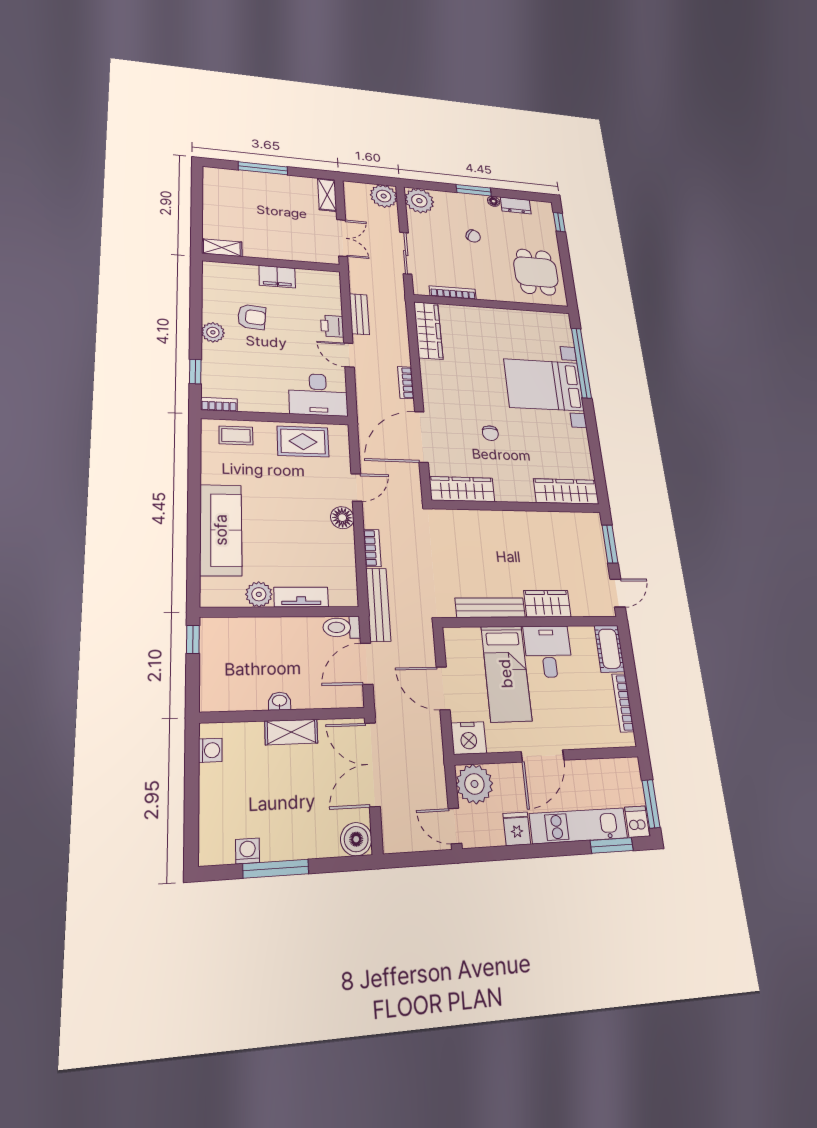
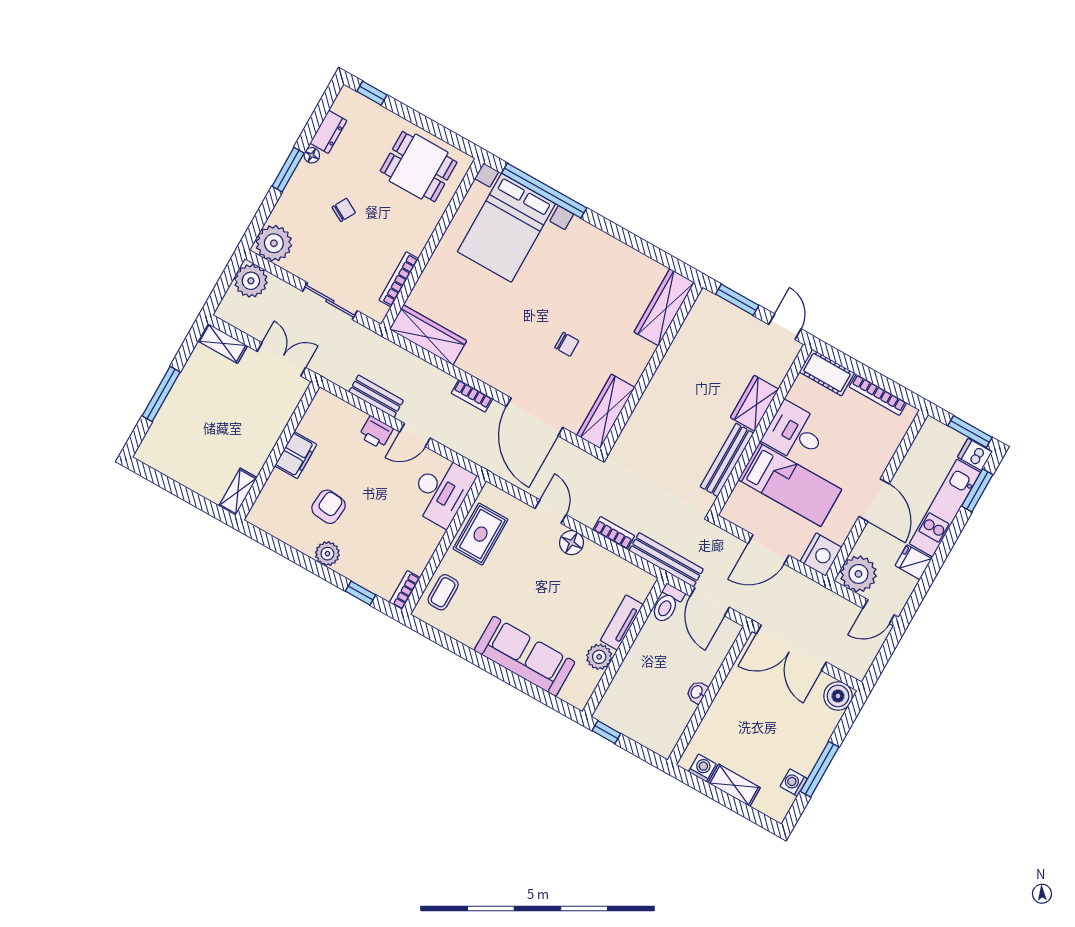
bed with nightstands: (544, 385) -> (506, 228), moved
shelving: (291, 732) -> (734, 785), moved, turned 90

